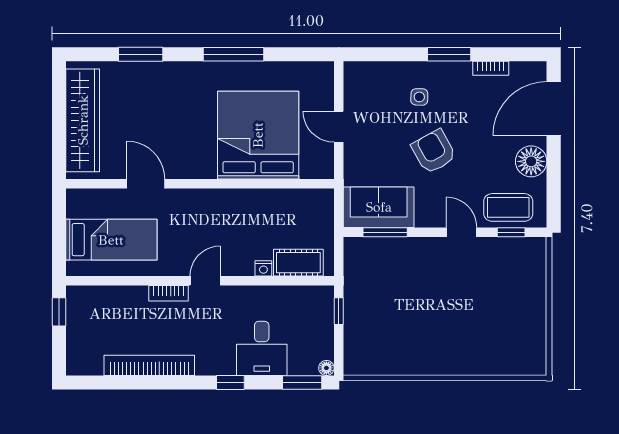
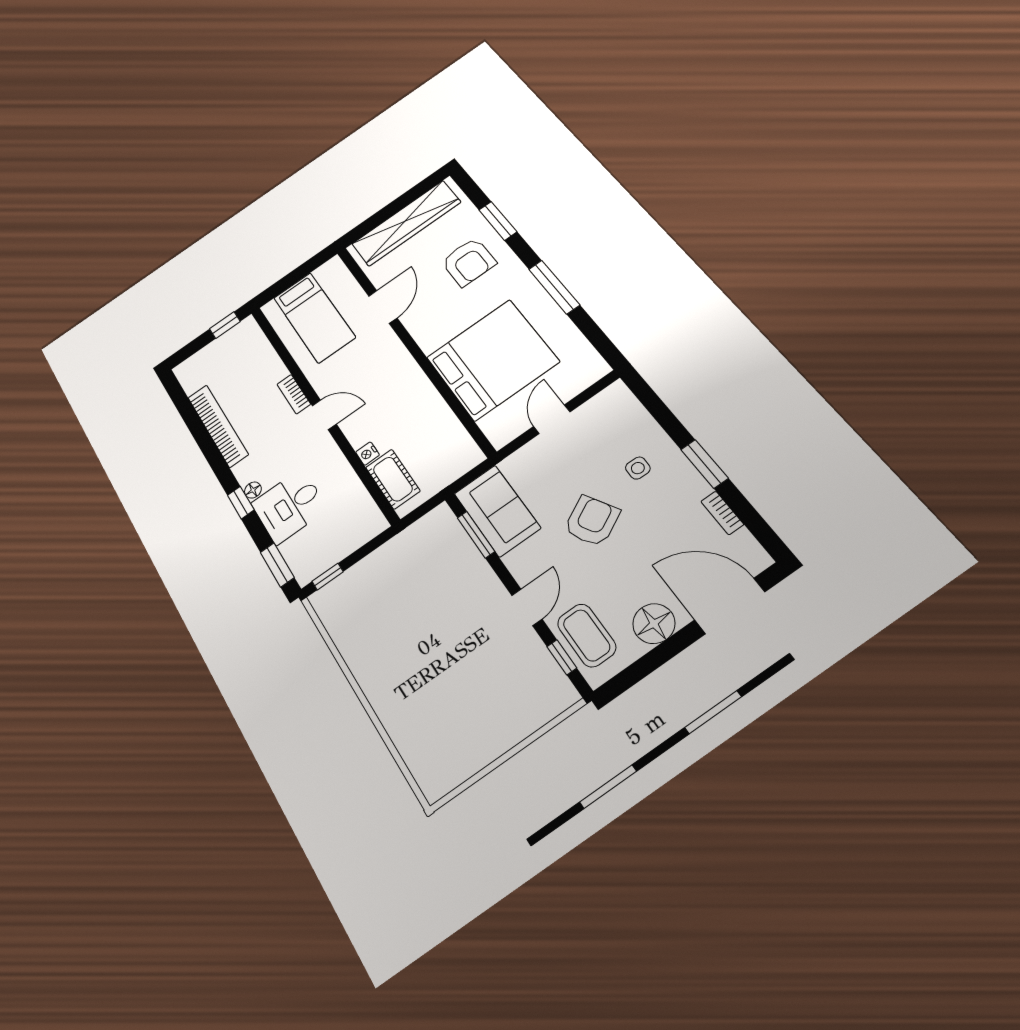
armchair: (159, 98) -> (469, 262), added
window: (339, 311) -> (328, 577), moved
floor lamp: (326, 368) -> (253, 490), moved

